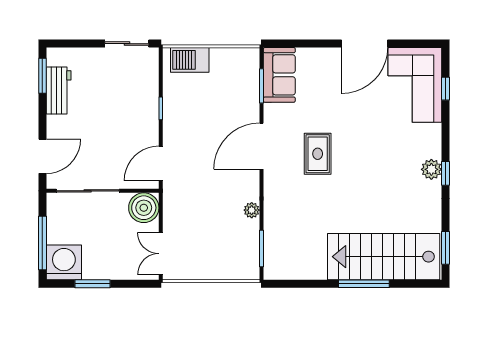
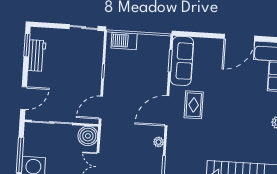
sofa: (279, 75) -> (182, 61), width x1.36
door: (261, 146) -> (167, 111), moved
rug: (318, 154) -> (194, 105), moved

